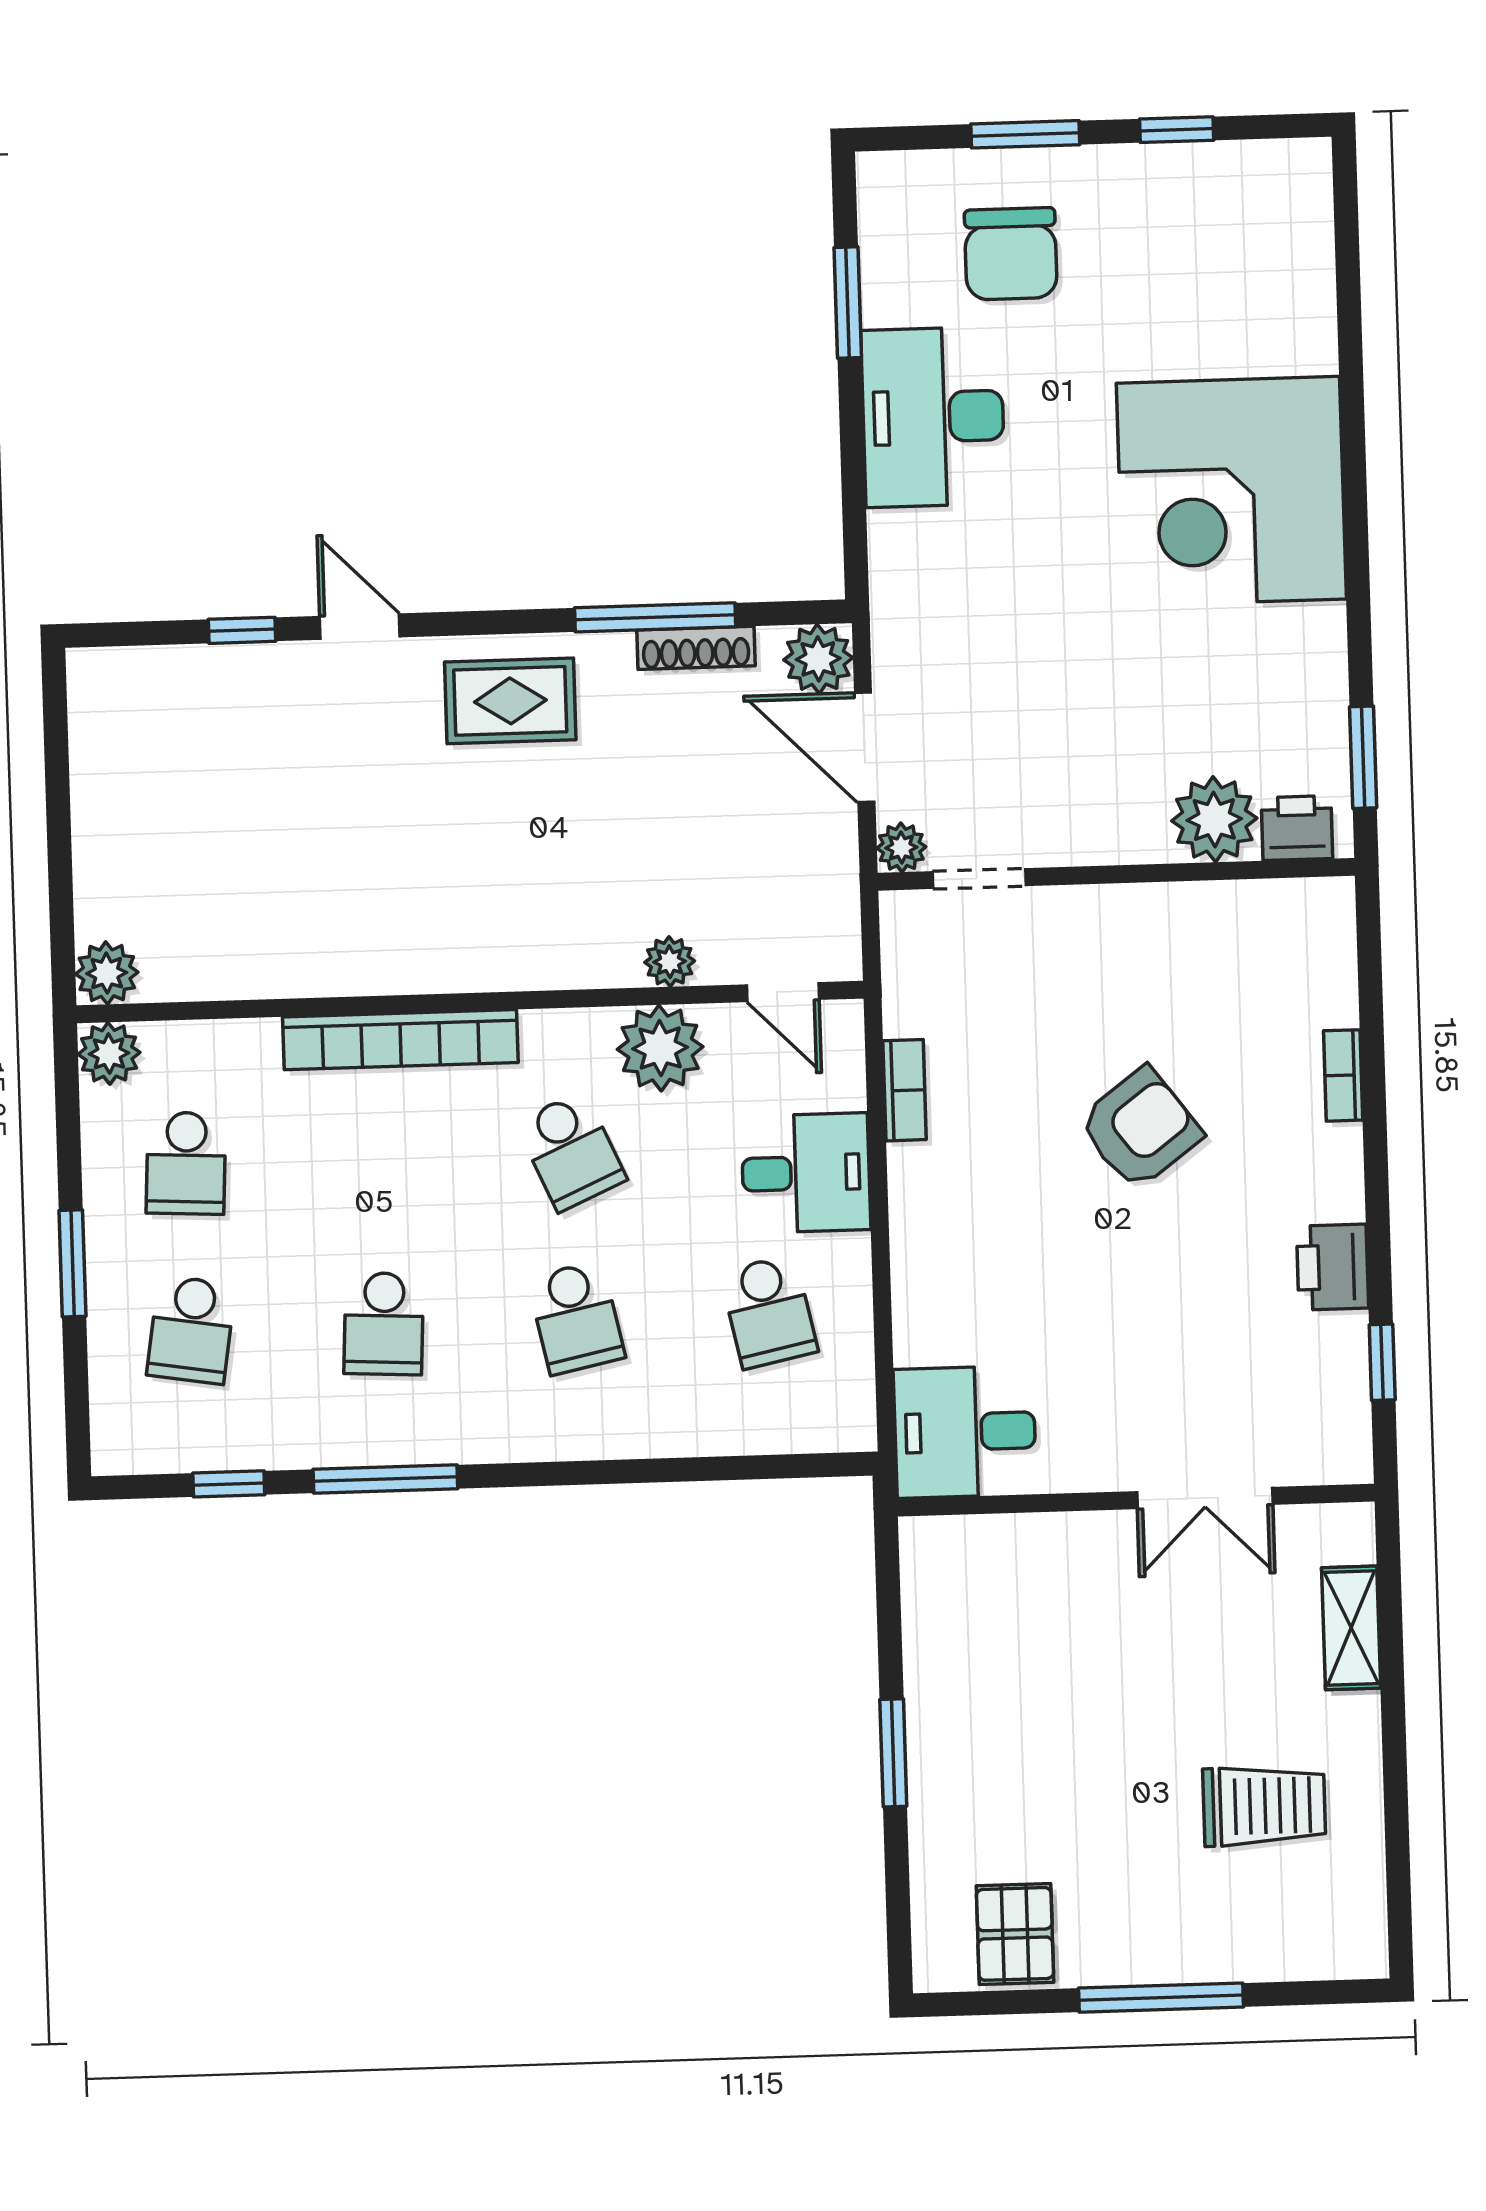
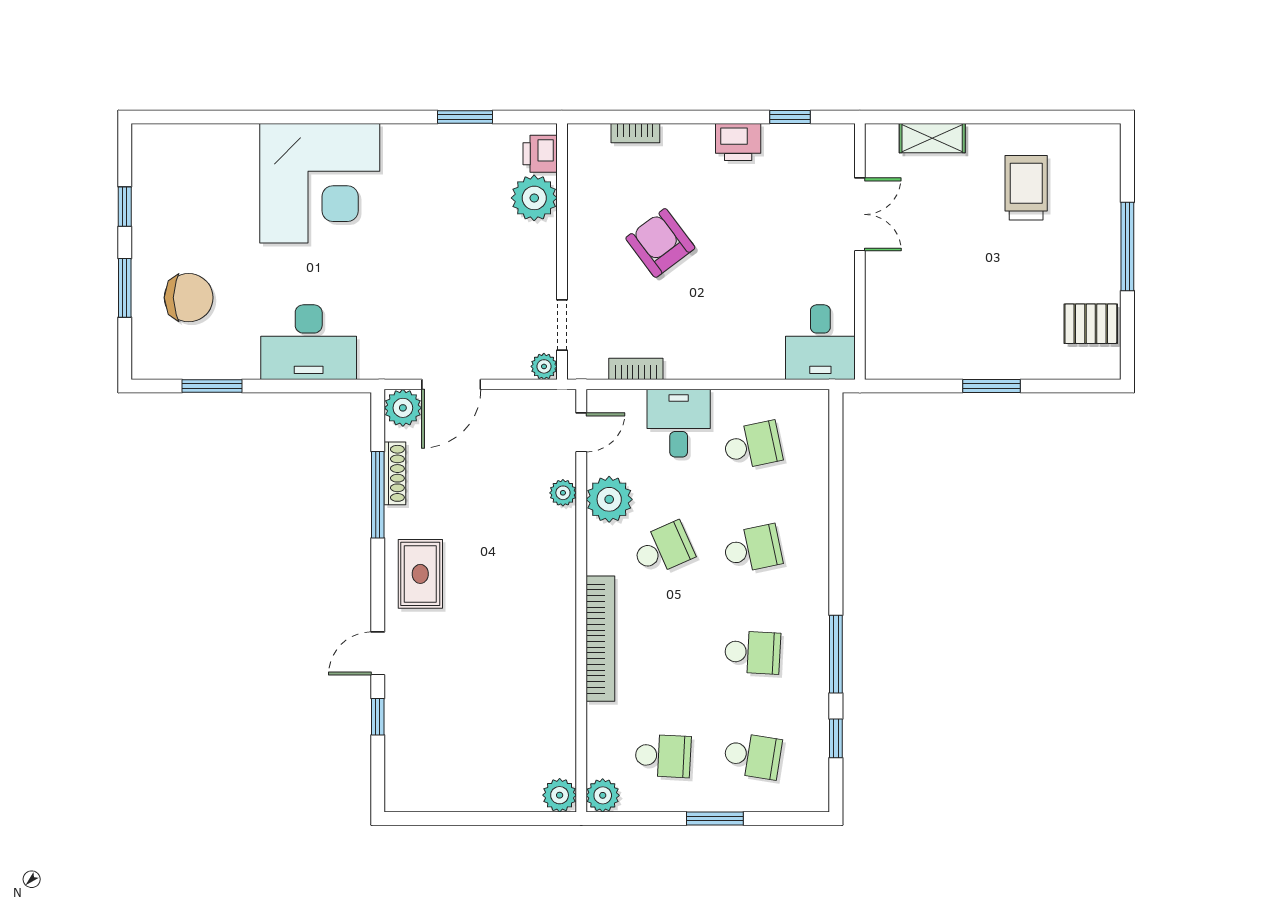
desk: (933, 417) -> (309, 342), moved
plant: (1214, 819) -> (534, 198), moved
printer: (1297, 828) -> (540, 154), moved
plant: (901, 848) -> (544, 366), moved
wall: (1116, 874) -> (562, 251), moved
doorway: (979, 879) -> (562, 325), moved

